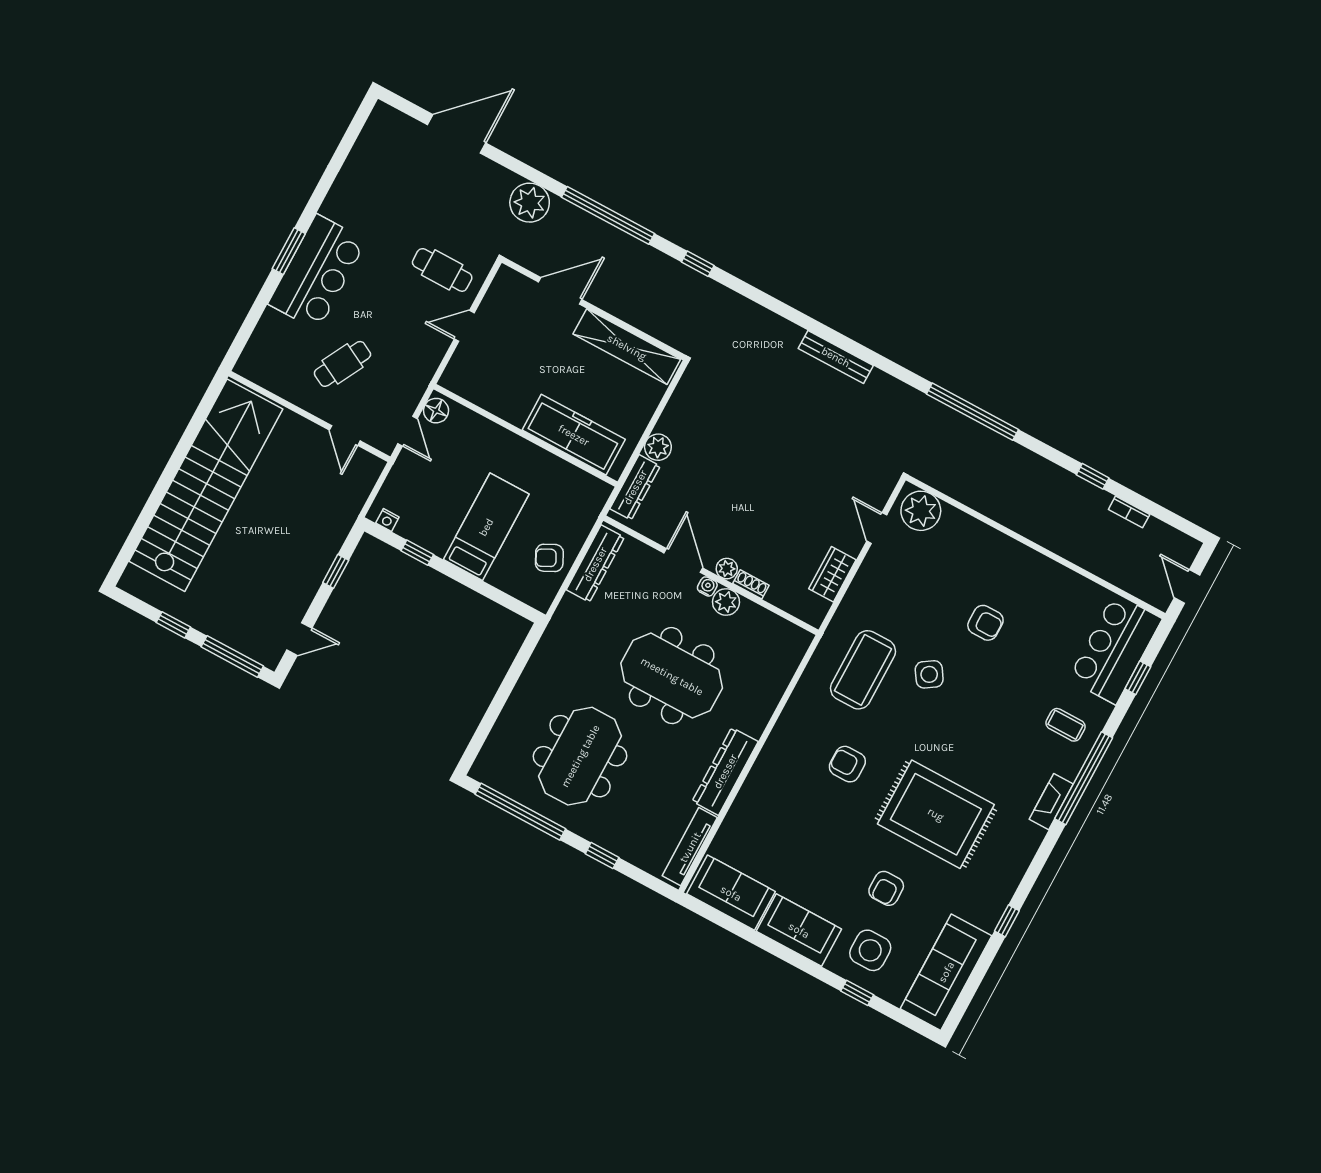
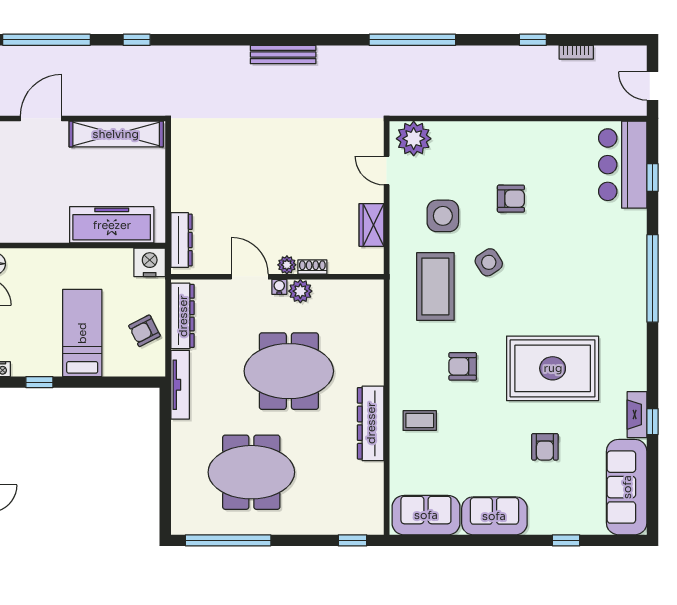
plant: (658, 447) -> (183, 199), removed
nightstand: (591, 492) -> (150, 262), added
coffee table: (1066, 725) -> (420, 421), moved
meeting table: (580, 756) -> (251, 472), turned 90
fireplace: (1051, 802) -> (637, 415), moved
tv unit: (690, 847) -> (180, 385), moved, turned 180
window: (602, 856) -> (352, 540), moved
side table: (870, 950) -> (443, 216), moved

